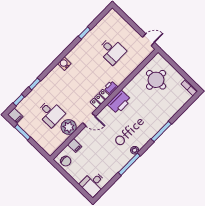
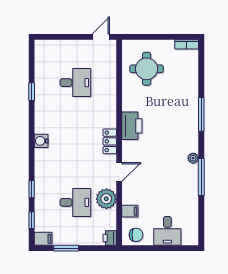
printer: (111, 88) -> (110, 238), moved
desk: (93, 184) -> (167, 231), moved

